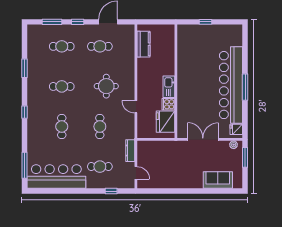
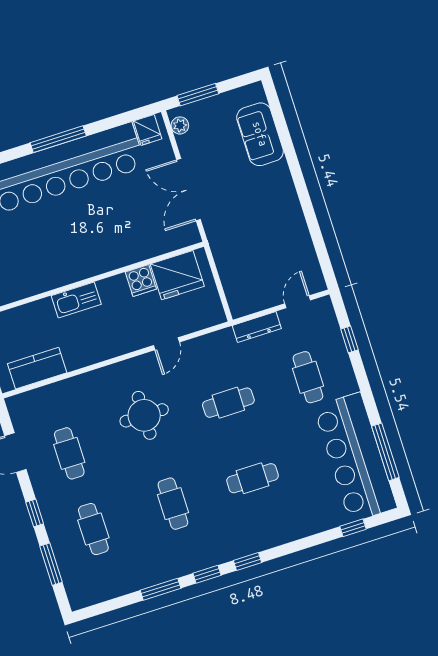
kitchen sink: (169, 87) -> (76, 300), moved
window: (24, 92) -> (207, 574), added
window: (24, 165) -> (353, 528), width x0.46
window: (54, 191) -> (385, 452), added

